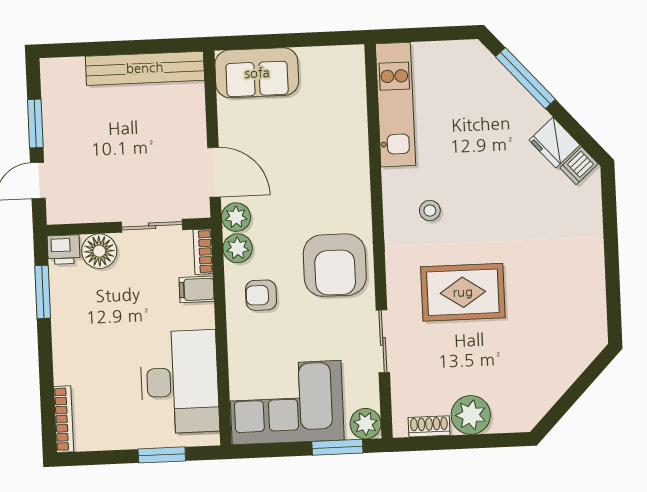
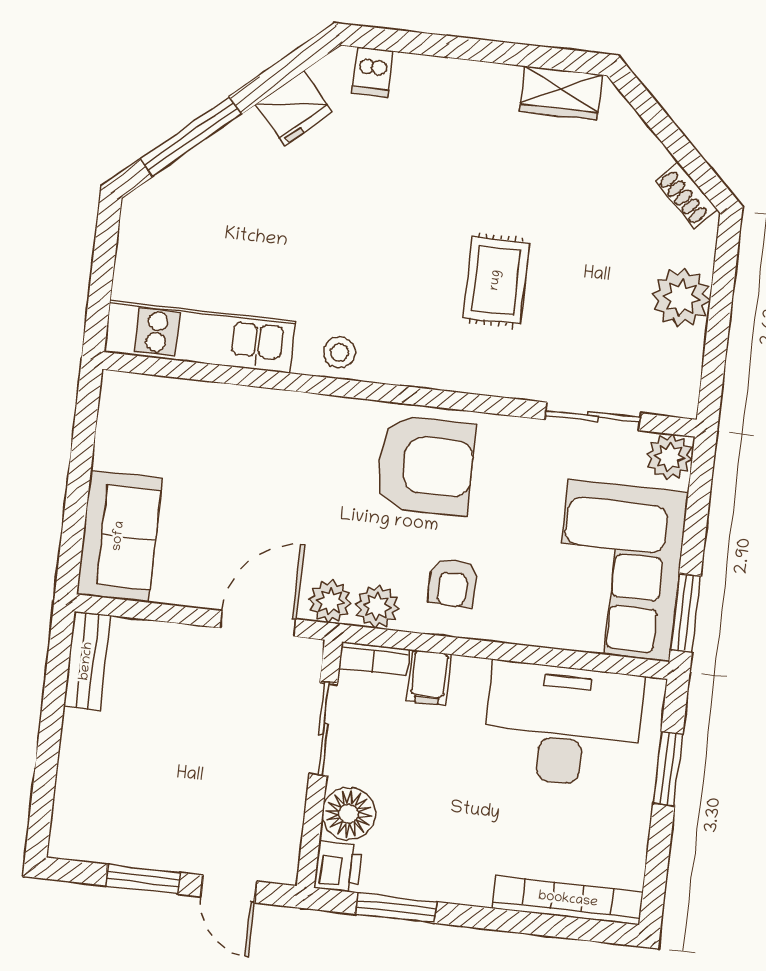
bench: (145, 68) -> (87, 661), width x0.54, depth x0.82
dishwasher: (579, 166) -> (372, 72), moved, turned 41
stool: (430, 211) -> (340, 352), moved
rug: (463, 292) -> (496, 280), width x0.73, depth x0.70
wardrobe: (592, 315) -> (561, 93), added
sliding door: (383, 341) -> (593, 416), moved
bookcase: (64, 419) -> (568, 900), width x1.48, depth x1.31
shoe rack: (429, 426) -> (686, 195), moved, turned -46
window: (337, 447) -> (686, 613), moved

